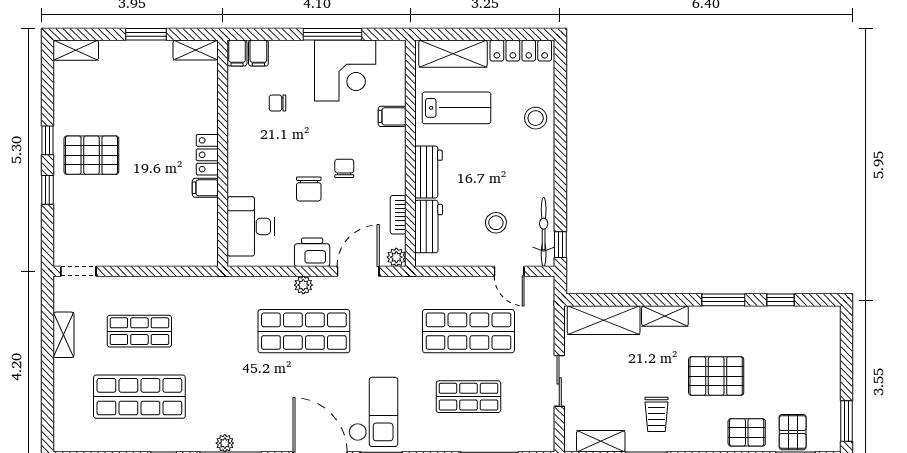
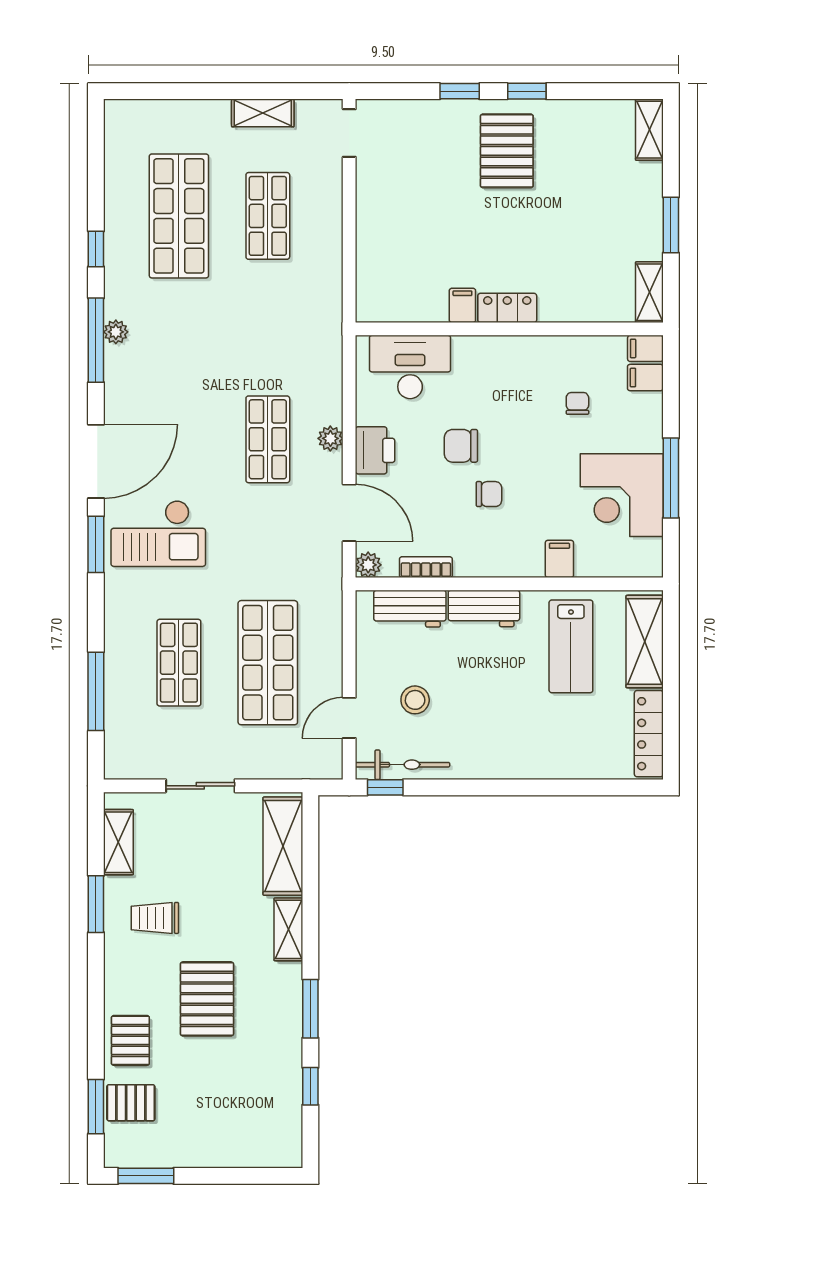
stool: (536, 118) -> (557, 754), removed
shop shelf: (304, 331) -> (268, 439), width x0.70, depth x0.74

